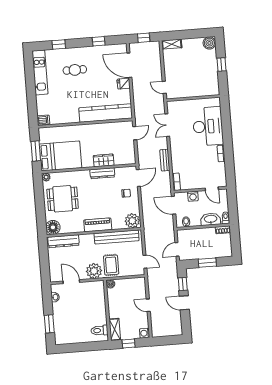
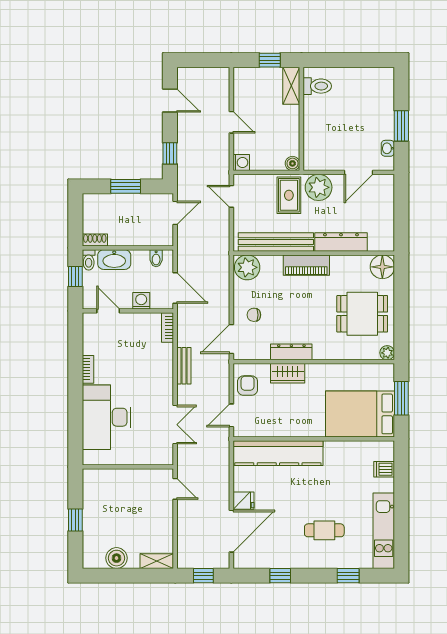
boiler: (209, 43) -> (117, 558), moved
door: (129, 65) -> (231, 531), hinge flipped
dishwasher: (43, 120) -> (384, 469), moved
armchair: (127, 151) -> (248, 386), added
bed: (60, 156) -> (360, 414), moved
window: (233, 207) -> (75, 276), added
dresser: (64, 241) -> (341, 242), moved
door: (71, 282) -> (358, 172), hinge flipped
door: (184, 303) -> (170, 100), moved
window: (49, 324) -> (401, 126), moved
washing machine: (145, 333) -> (241, 163), moved

